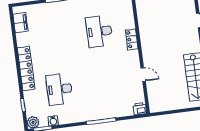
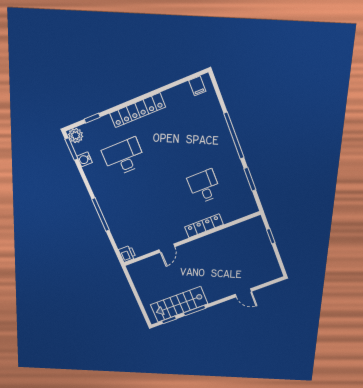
filing cabinet: (20, 23) -> (197, 86), width x0.50
desk: (99, 31) -> (204, 186), width x0.73
locker: (132, 39) -> (204, 226), width x1.53

